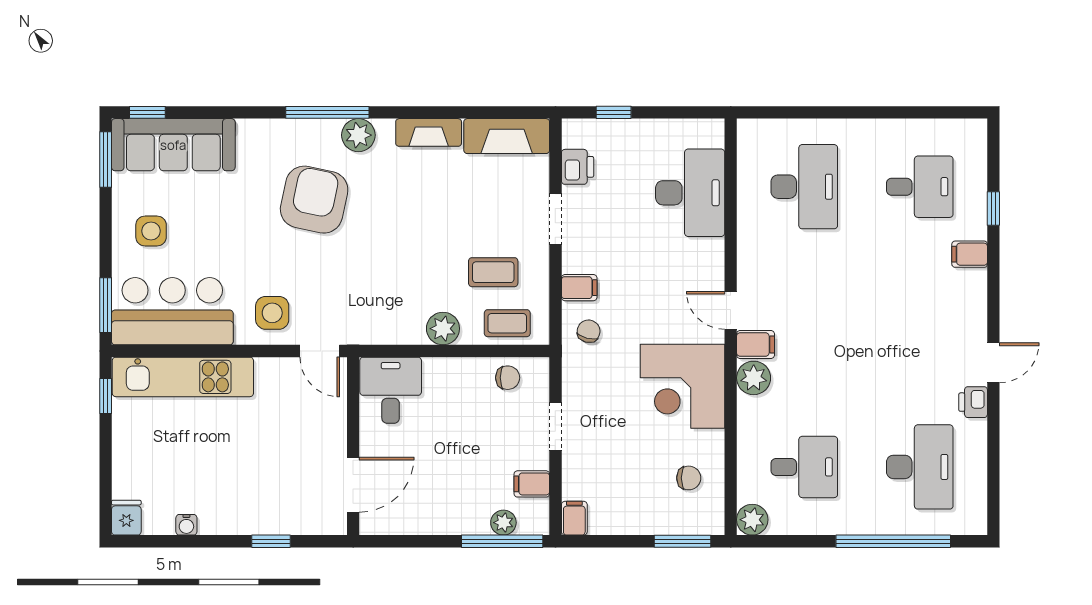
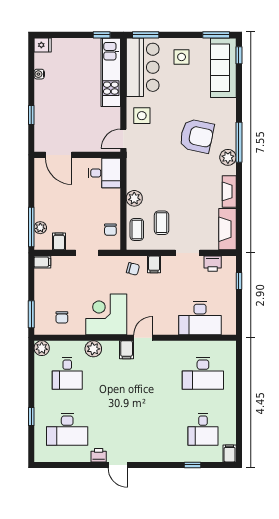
filing cabinet: (970, 254) -> (230, 453), moved
plant: (754, 378) -> (93, 349), moved
window: (893, 541) -> (31, 416), width x0.32

